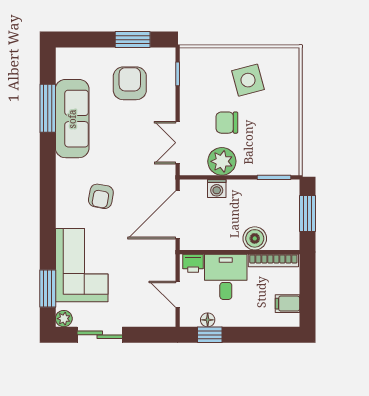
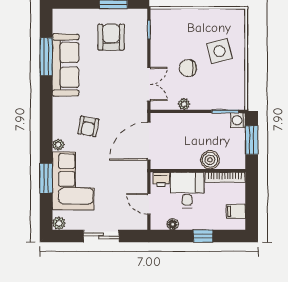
side table: (248, 80) -> (219, 51), moved
double door: (178, 143) -> (149, 84), swing flipped
plant: (222, 161) -> (184, 104), width x0.53, depth x0.53
washing machine: (217, 188) -> (238, 120), moved, turned 90
plant: (63, 219) -> (58, 145), added
window: (48, 288) -> (46, 178), moved
sliding door: (100, 335) -> (101, 236), moved
window: (210, 335) -> (203, 236), moved

